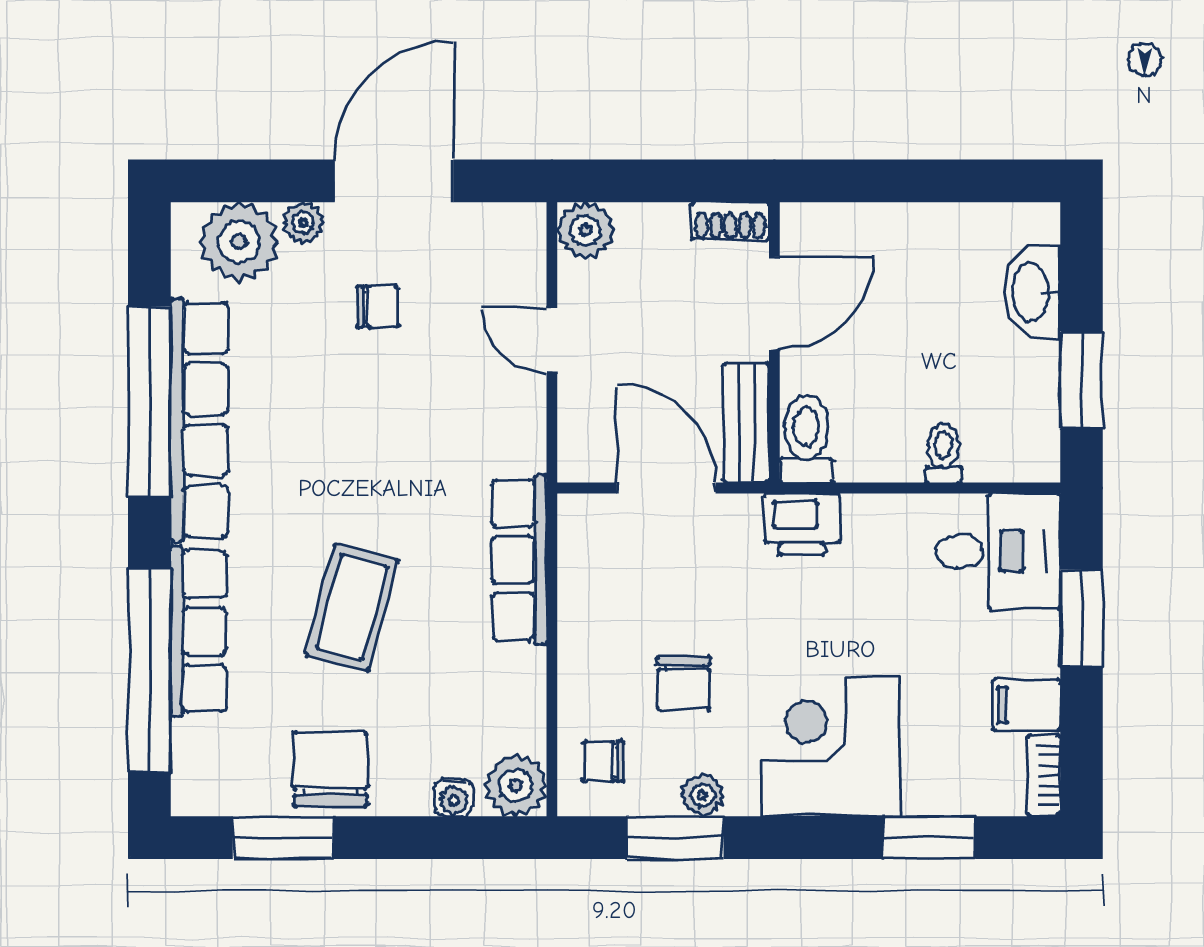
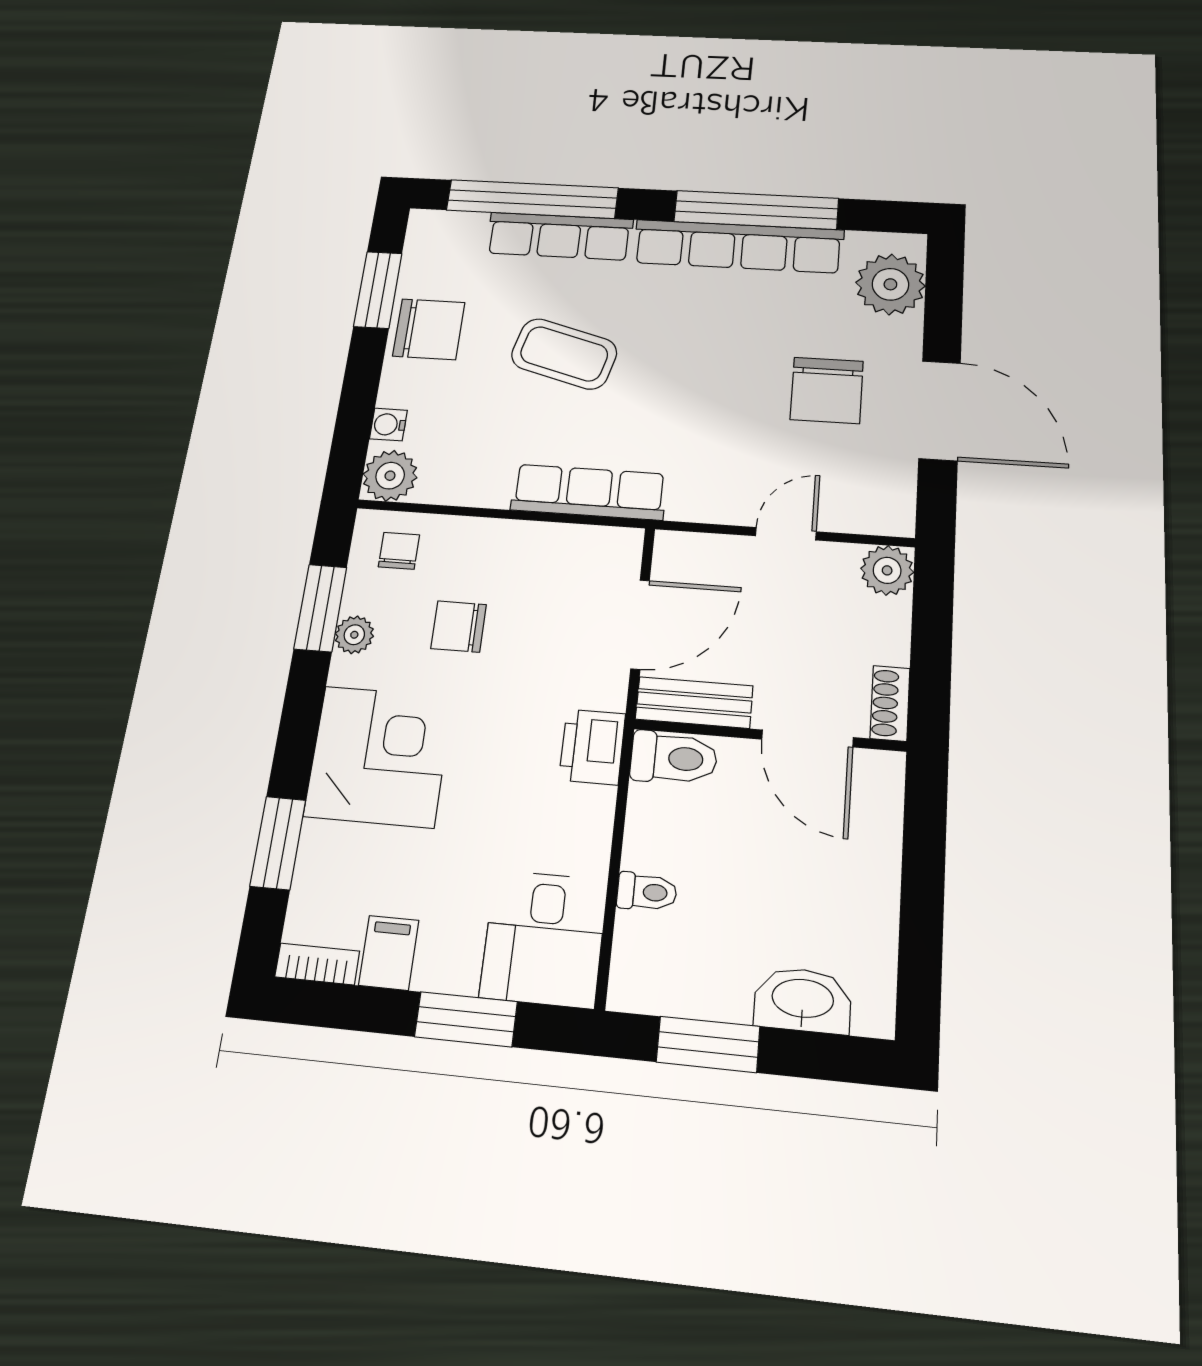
plant: (303, 222) -> (905, 335), removed
chair: (378, 306) -> (827, 390), width x1.87, depth x1.87

